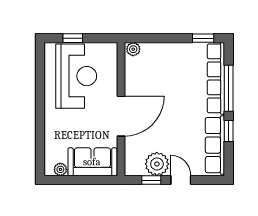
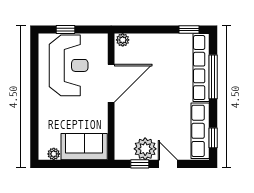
door: (121, 116) -> (111, 83), moved
window: (229, 131) -> (213, 138), moved

